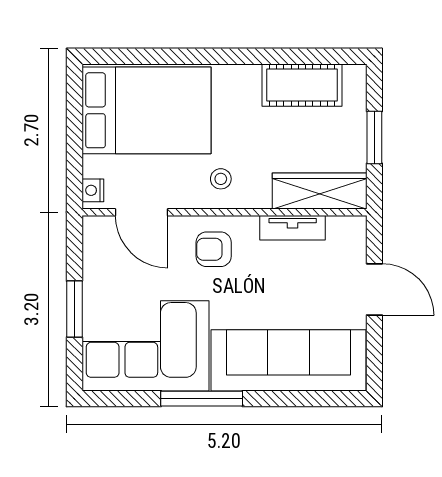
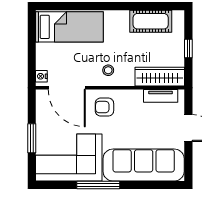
bed: (146, 110) -> (69, 27), width x0.67
window: (374, 137) -> (188, 49), width x0.67
door: (142, 212) -> (67, 88), width x1.36
tv unit: (293, 228) -> (161, 96), moved

